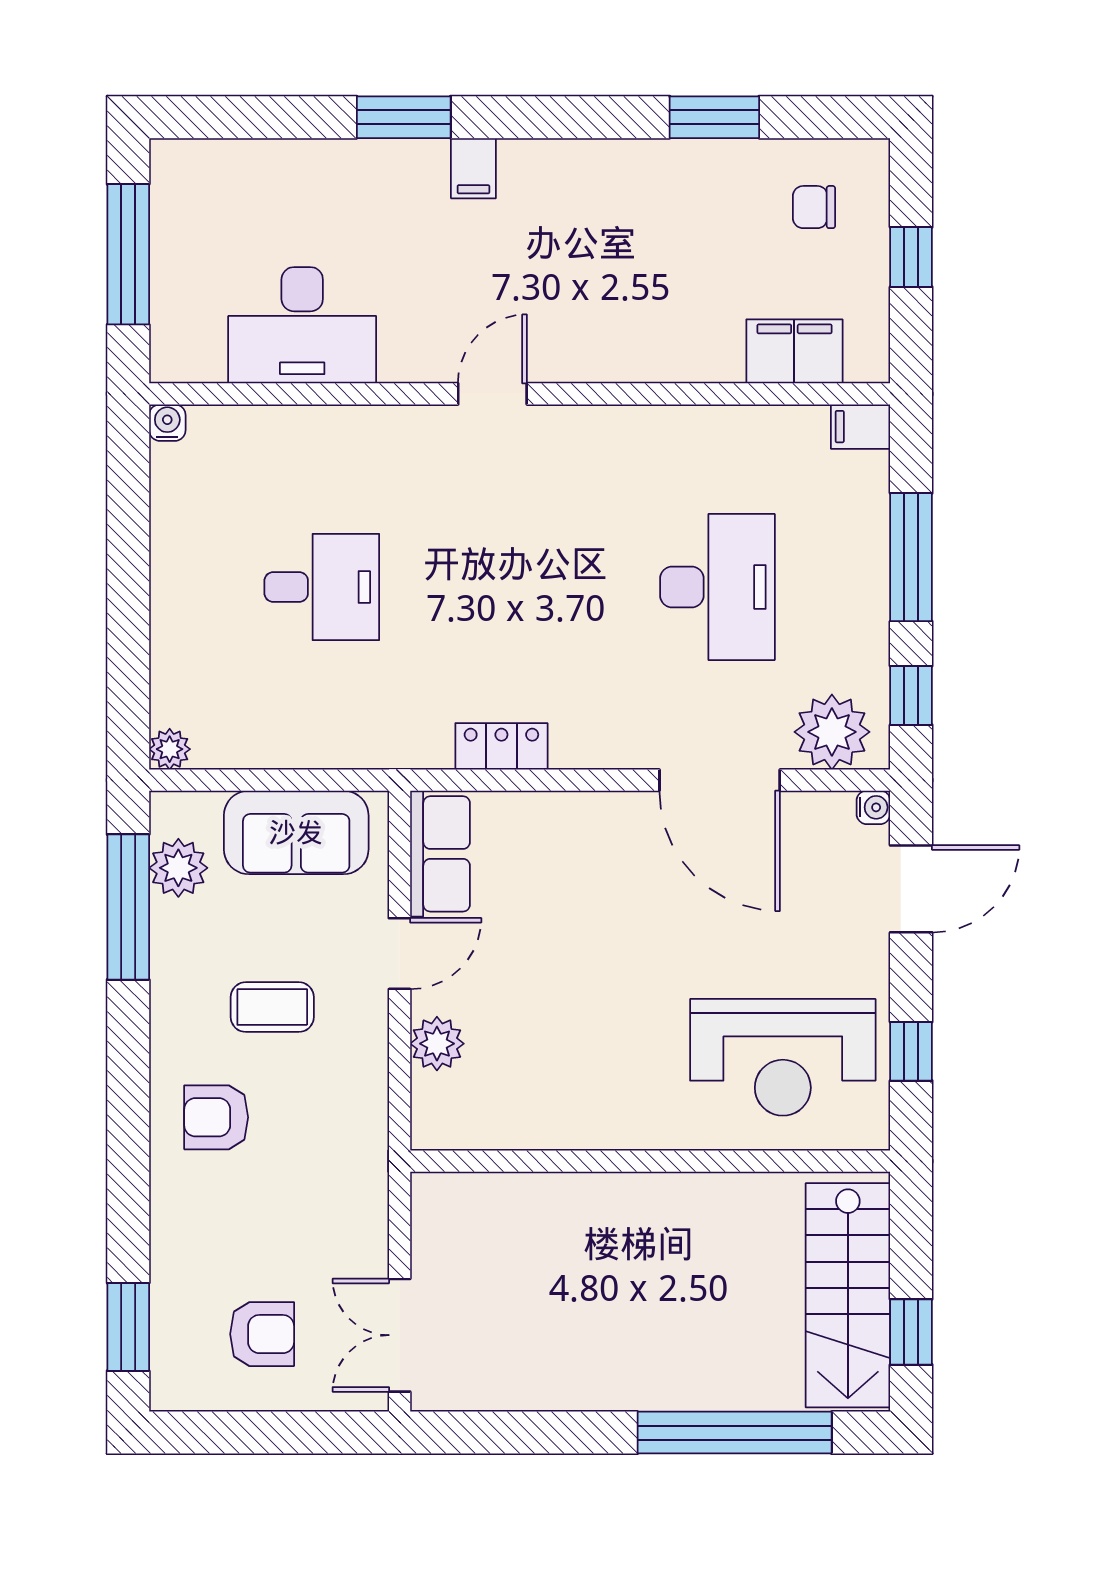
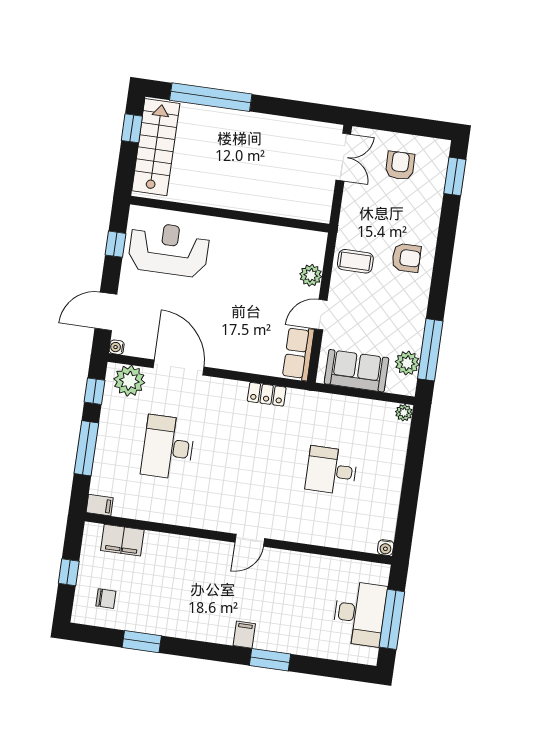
desk: (302, 325) -> (359, 614), moved, turned 90
coffee table: (272, 1007) -> (355, 261), moved
armchair: (262, 1334) -> (400, 166), turned 89

